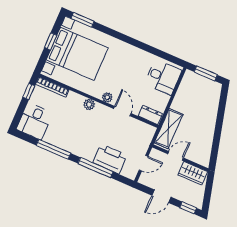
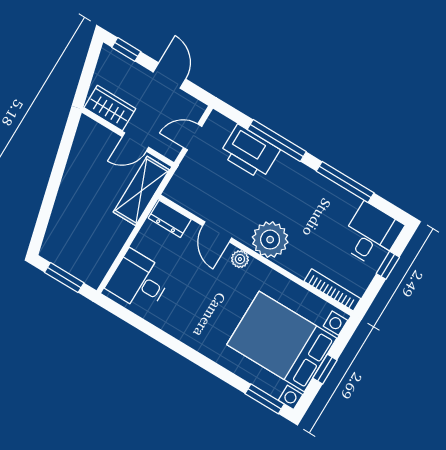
window: (29, 92) -> (388, 265), moved
plant: (89, 104) -> (270, 240), width x1.87, depth x1.87
door: (162, 196) -> (169, 75), hinge flipped

